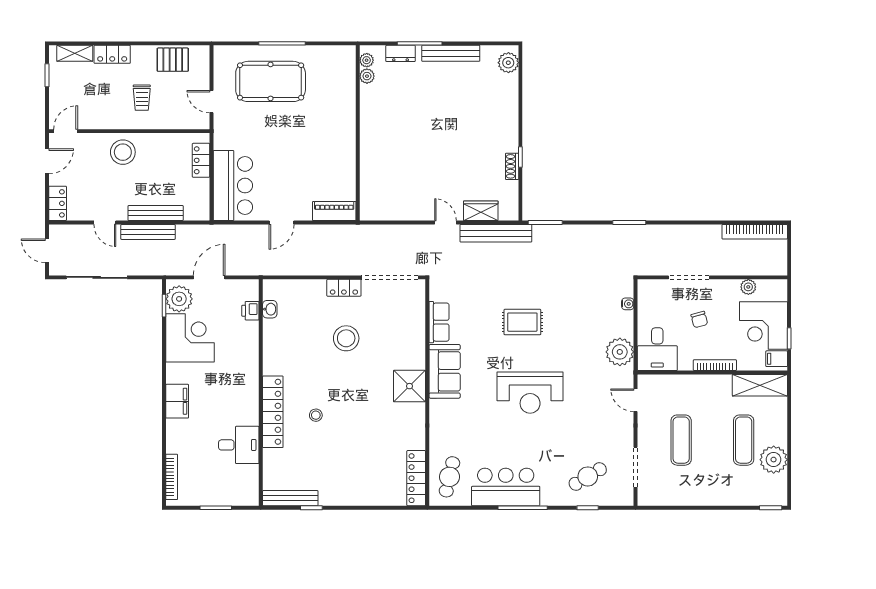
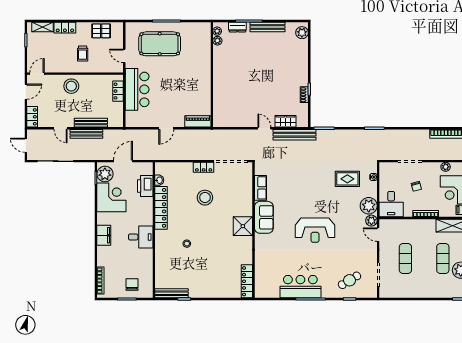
bar counter: (233, 186) -> (137, 89), moved
printer: (250, 311) -> (145, 186), width x1.87, depth x1.48
rug: (522, 322) -> (347, 179), moved
plant: (624, 377) -> (371, 221), added
locker: (273, 412) -> (161, 208), moved
desk: (239, 445) -> (141, 237), moved
cafe table: (449, 477) -> (267, 281), removed
chair: (224, 484) -> (132, 285), added

